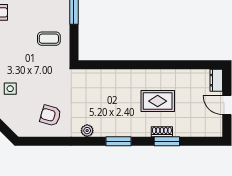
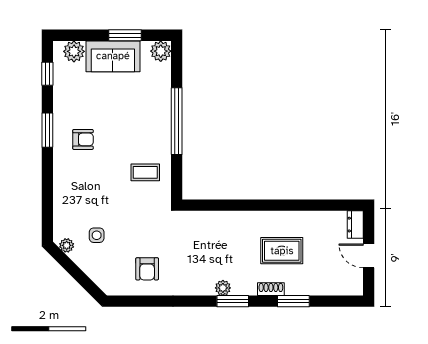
armchair: (50, 115) -> (147, 269), turned -106
plant: (87, 131) -> (223, 288), moved
shoe rack: (162, 132) -> (271, 289), moved

